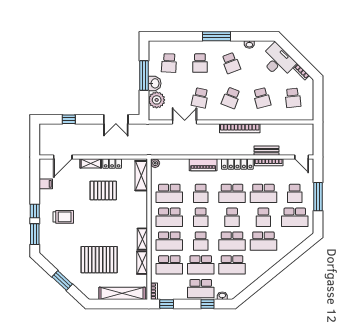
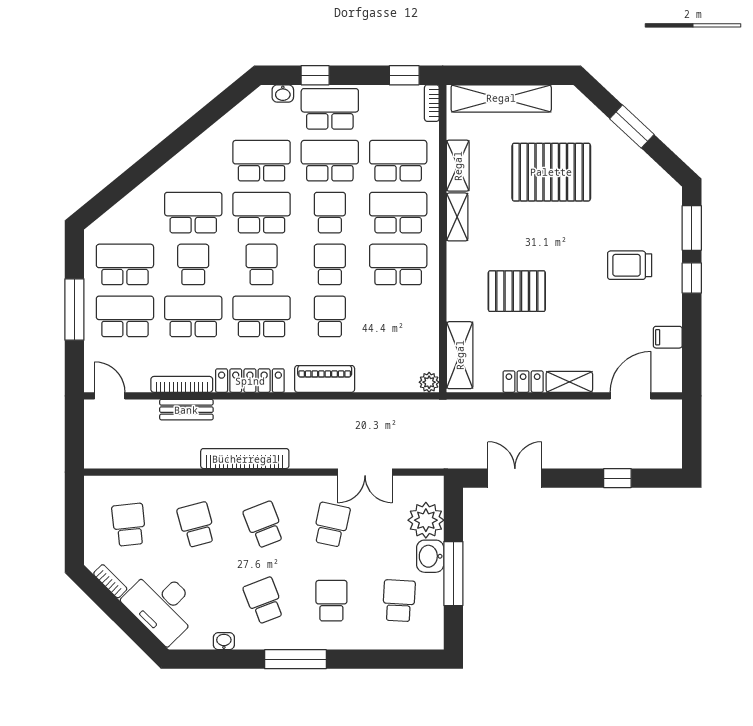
school desk: (231, 98) -> (264, 525), turned -42
pallet: (103, 190) -> (517, 291), moved
school desk: (169, 193) -> (398, 316), removed
school desk: (295, 193) -> (125, 316), width x1.85

